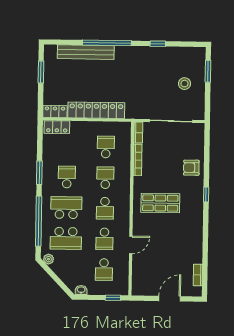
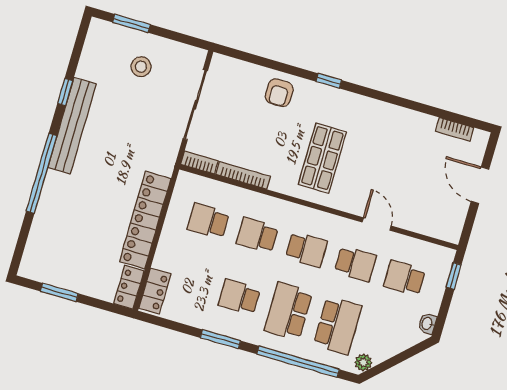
bench: (86, 52) -> (72, 126), moved
school desk: (104, 270) -> (405, 278), turned 180

